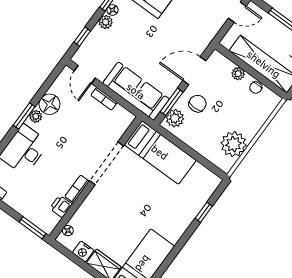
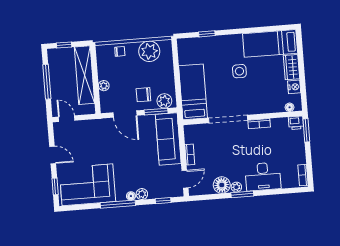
chair: (256, 88) -> (120, 51), moved
printer: (61, 206) -> (296, 123), moved
side table: (142, 213) -> (239, 71), added

